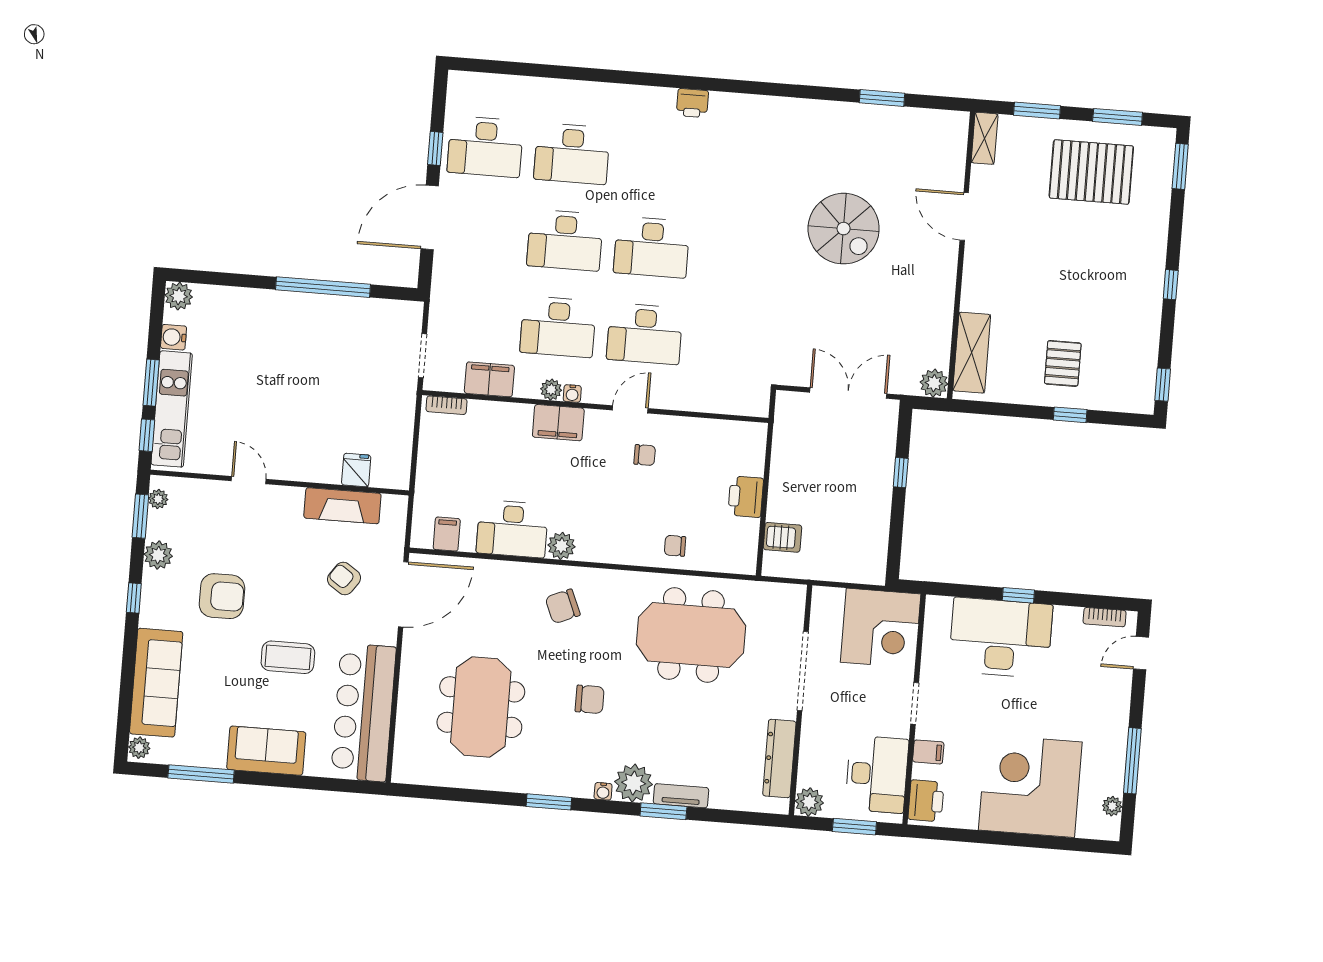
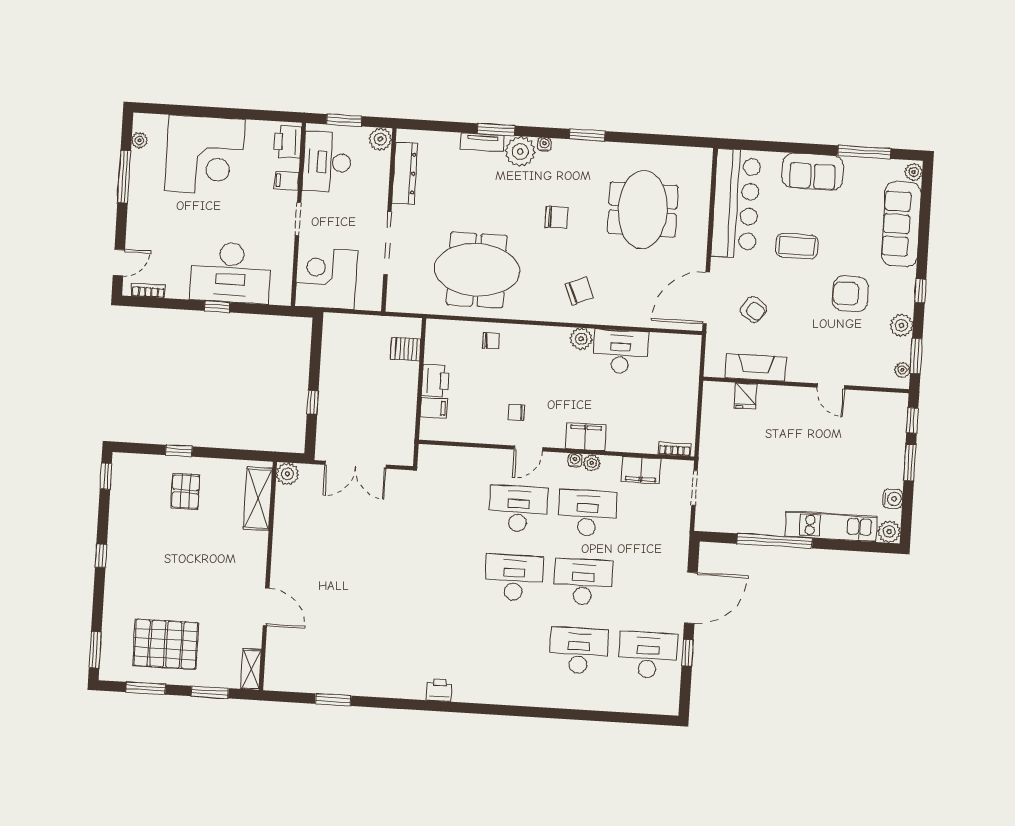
printer: (692, 103) -> (439, 690), moved
spiral stairs: (844, 229) -> (362, 595), removed
kitchen unit: (172, 409) -> (831, 526), moved, turned 90
filing cabinet: (447, 534) -> (434, 408), moved, turned -90
chair: (590, 699) -> (556, 217), turned 180

